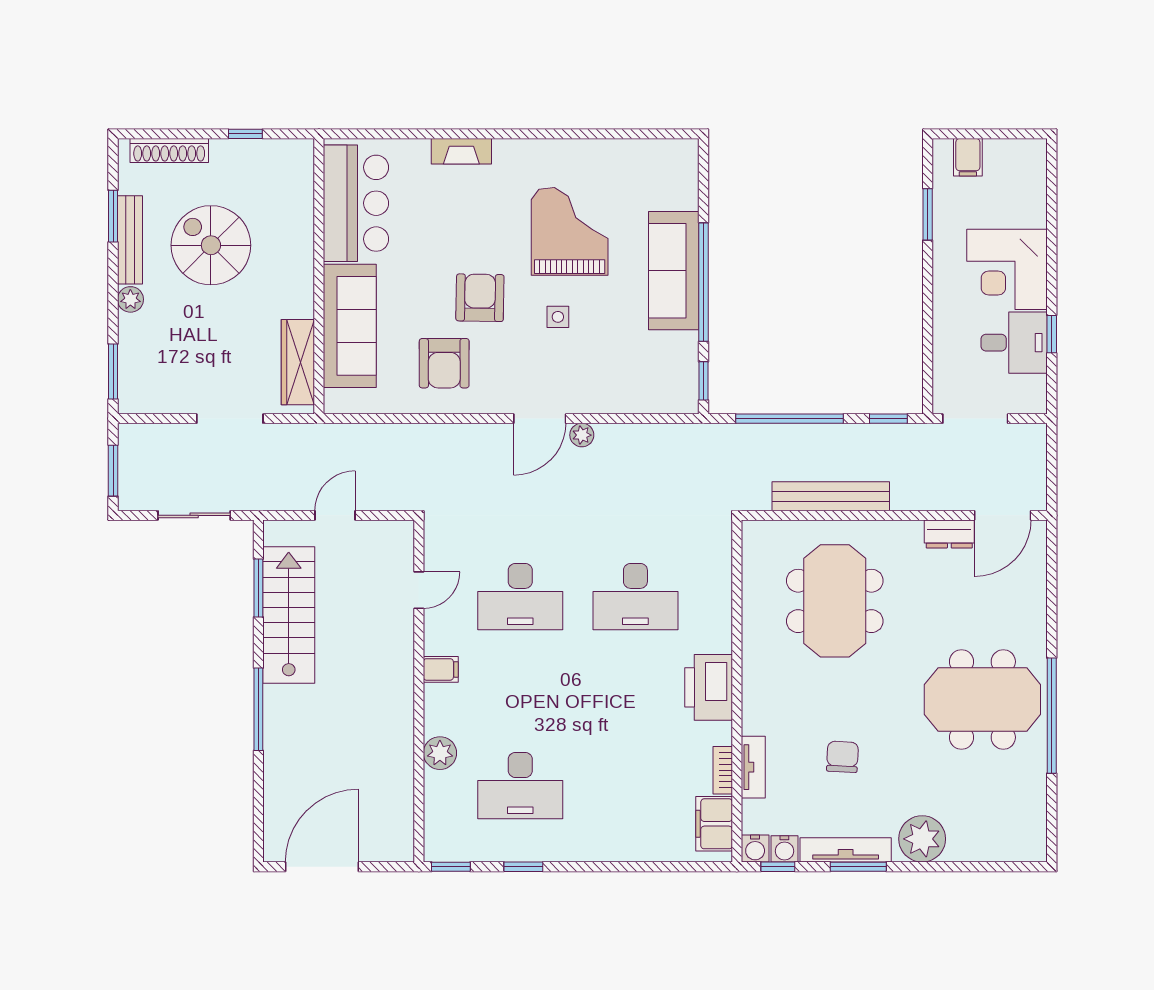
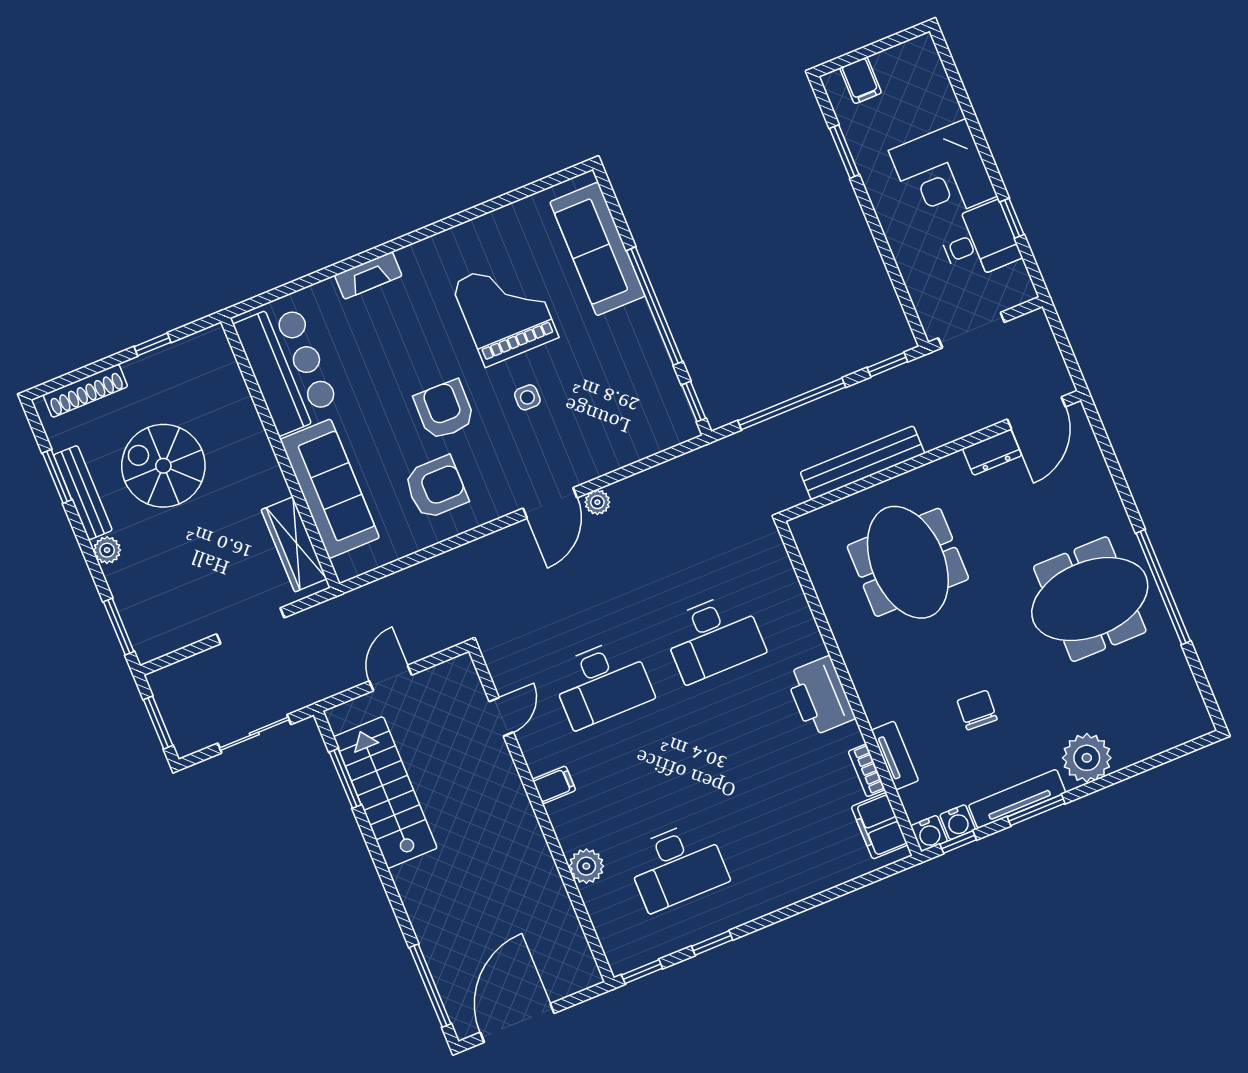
sofa: (674, 271) -> (597, 249), moved
armchair: (444, 363) -> (436, 487), turned -90
window: (258, 709) -> (430, 986), moved

